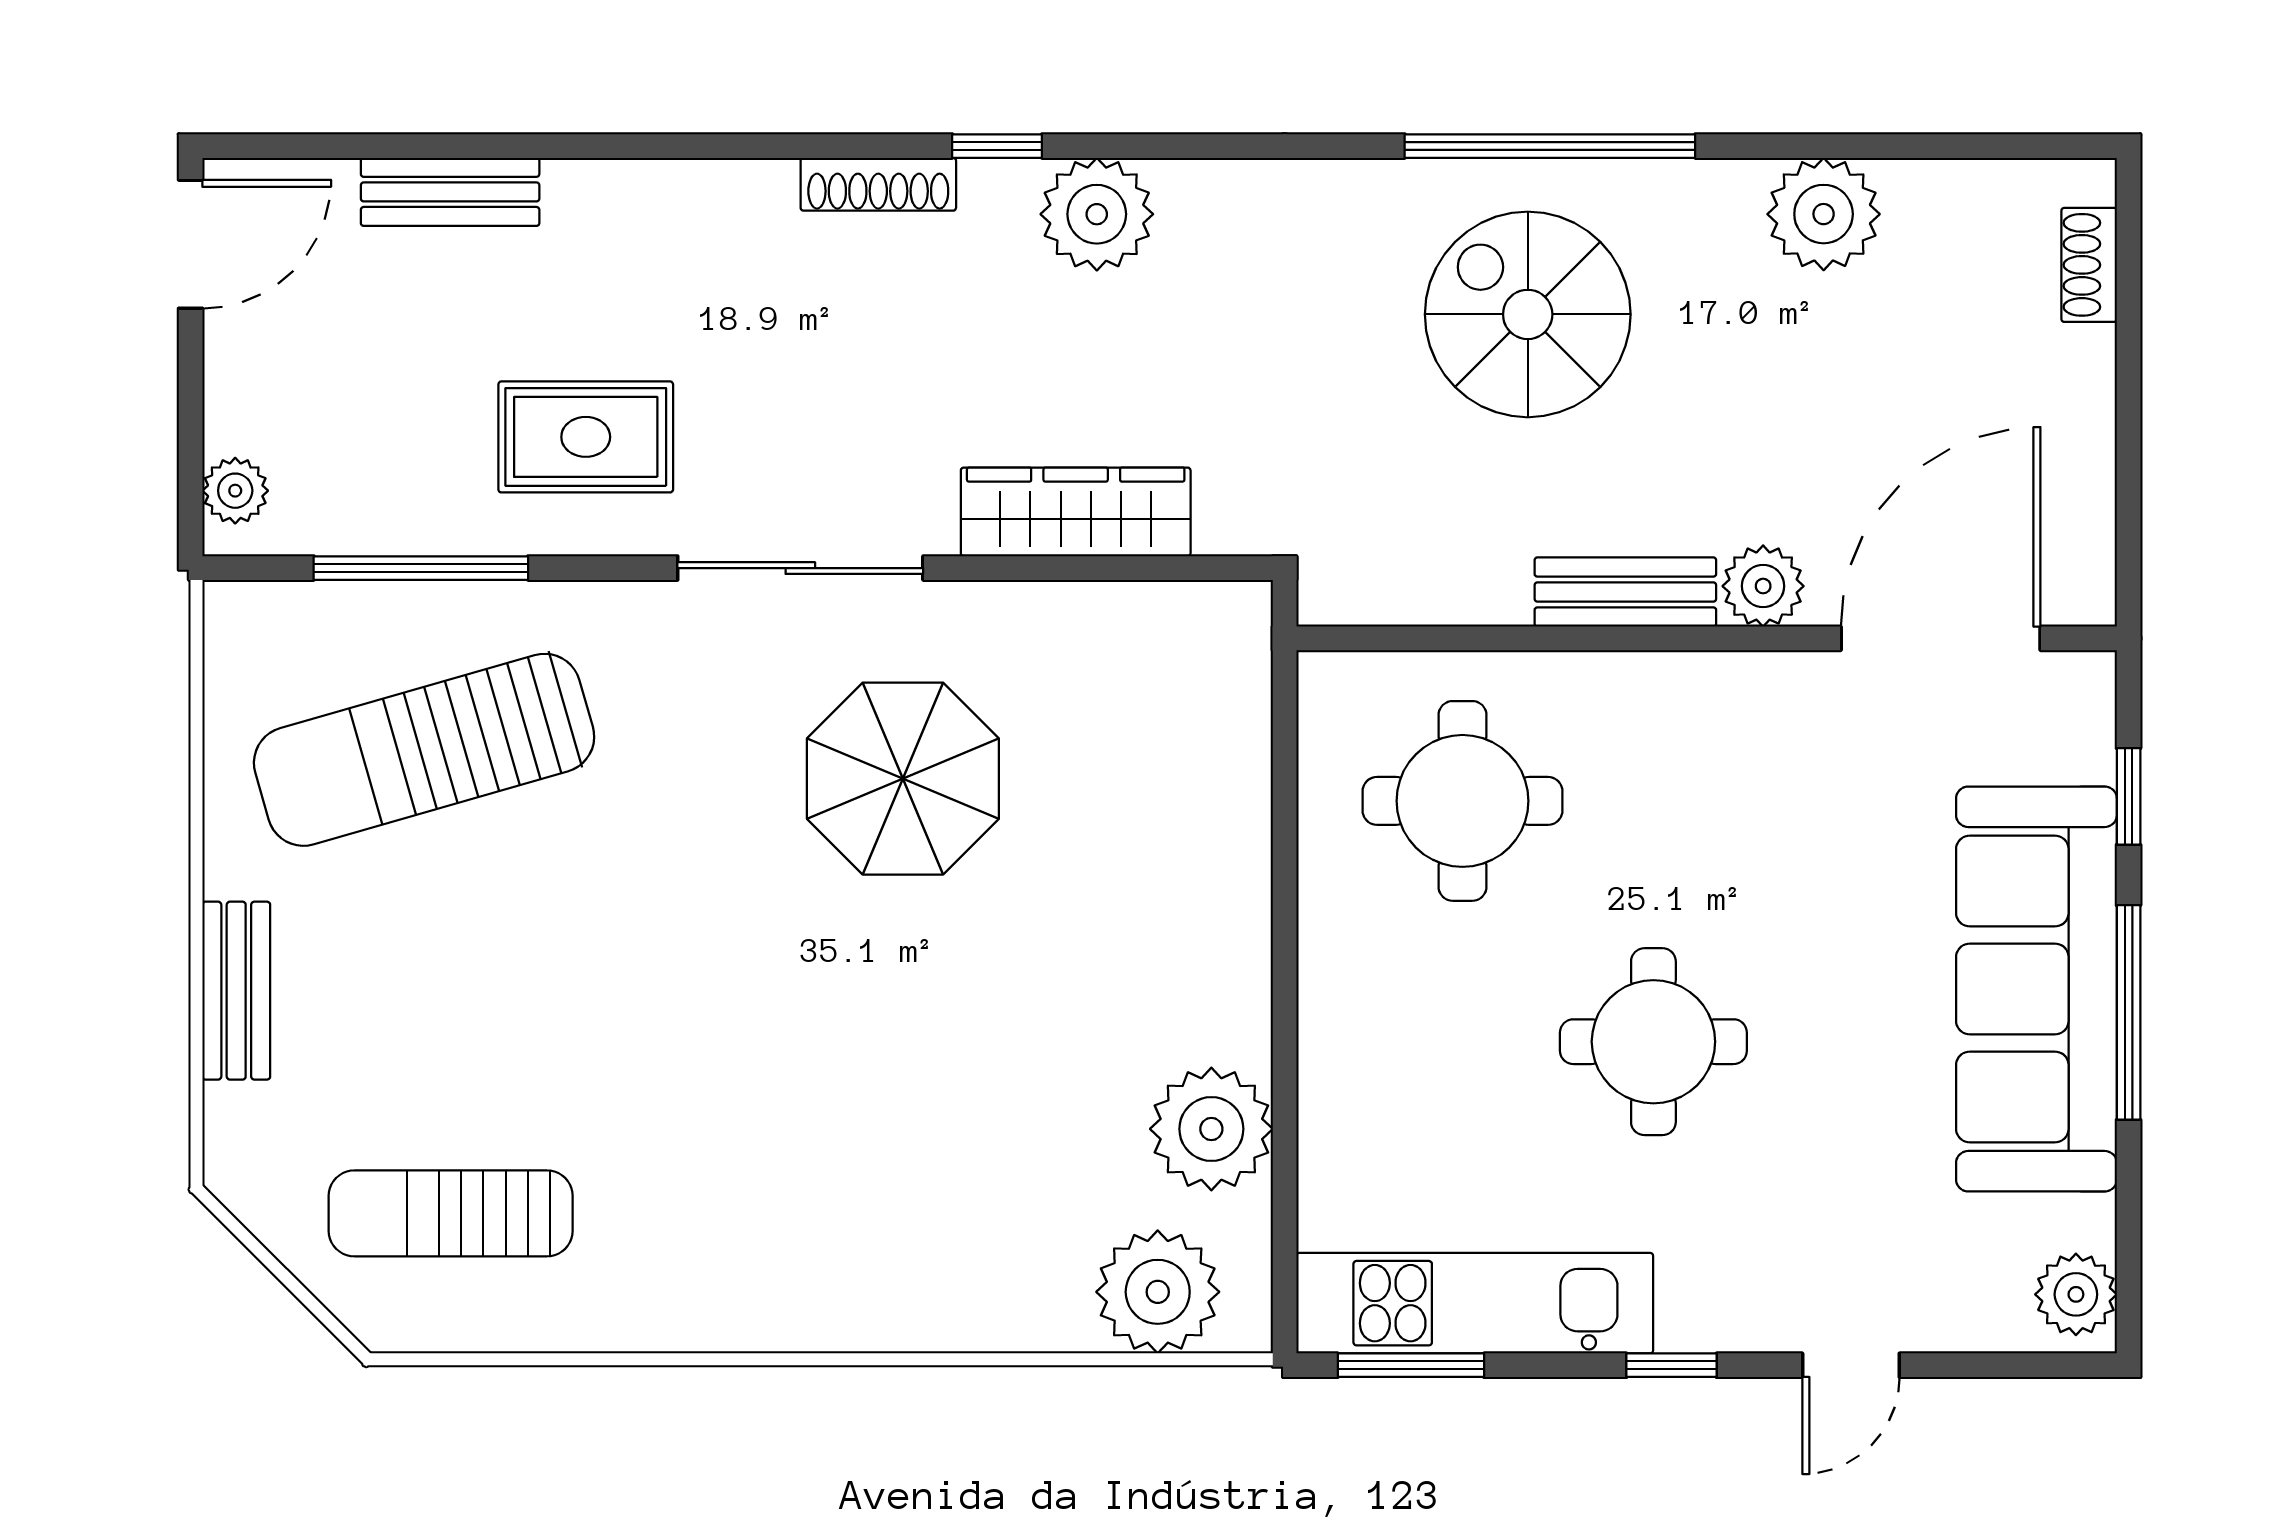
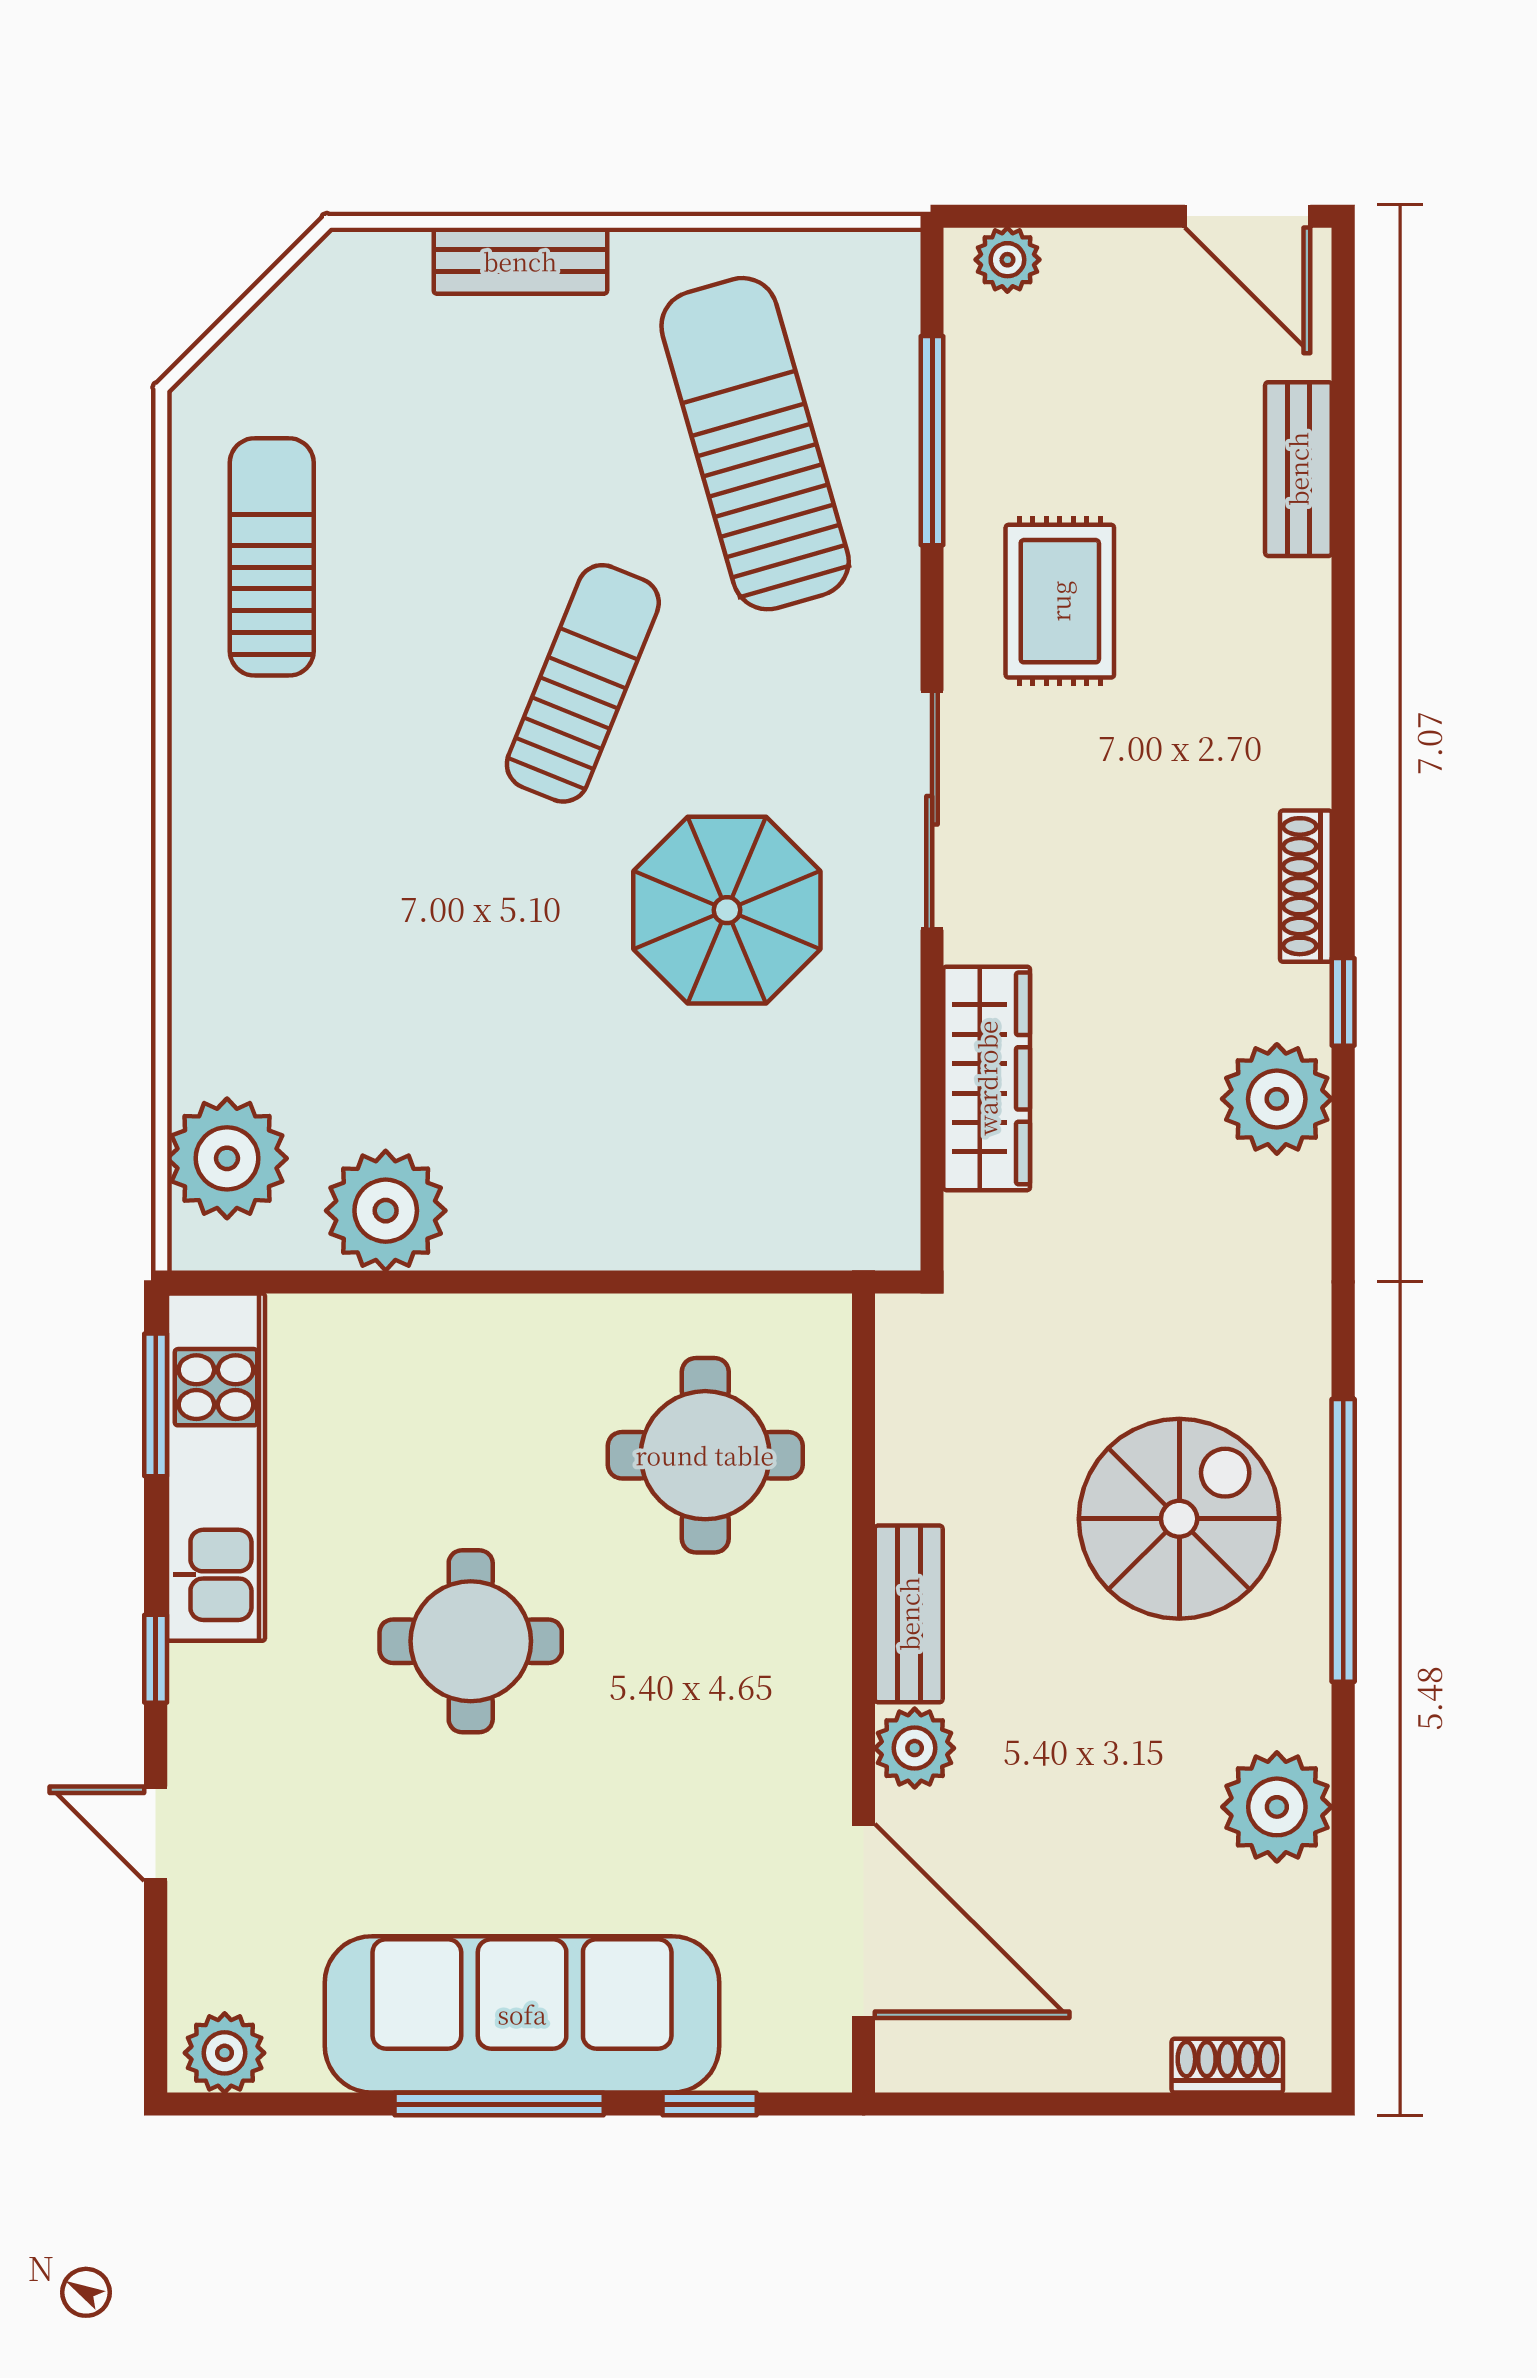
sun lounger: (670, 927) -> (583, 683), added
sun lounger: (451, 1213) -> (272, 557), moved

